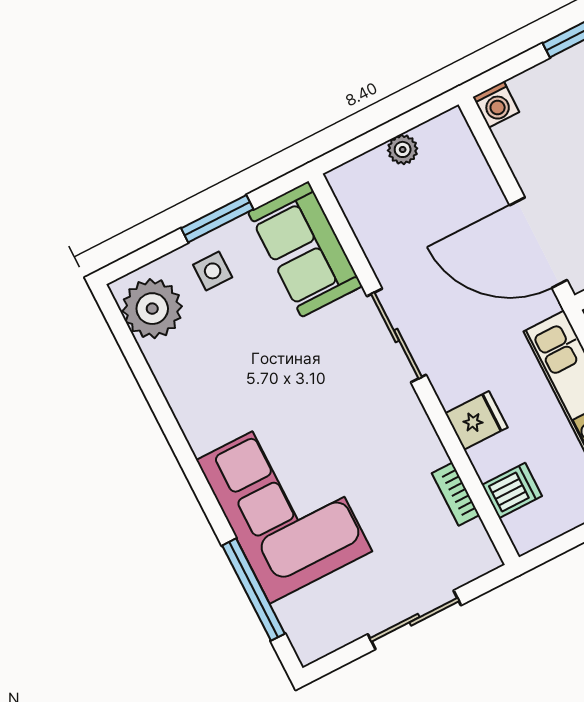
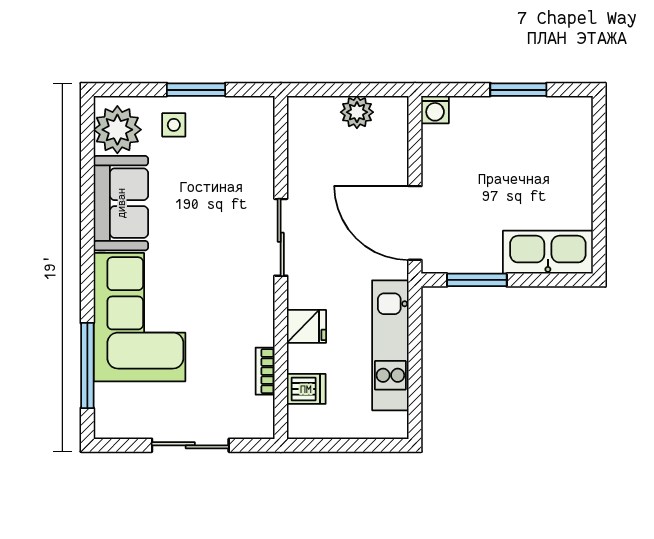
plant: (403, 149) -> (357, 112), width x1.38, depth x1.38
sofa: (305, 249) -> (121, 203), moved, turned 180

